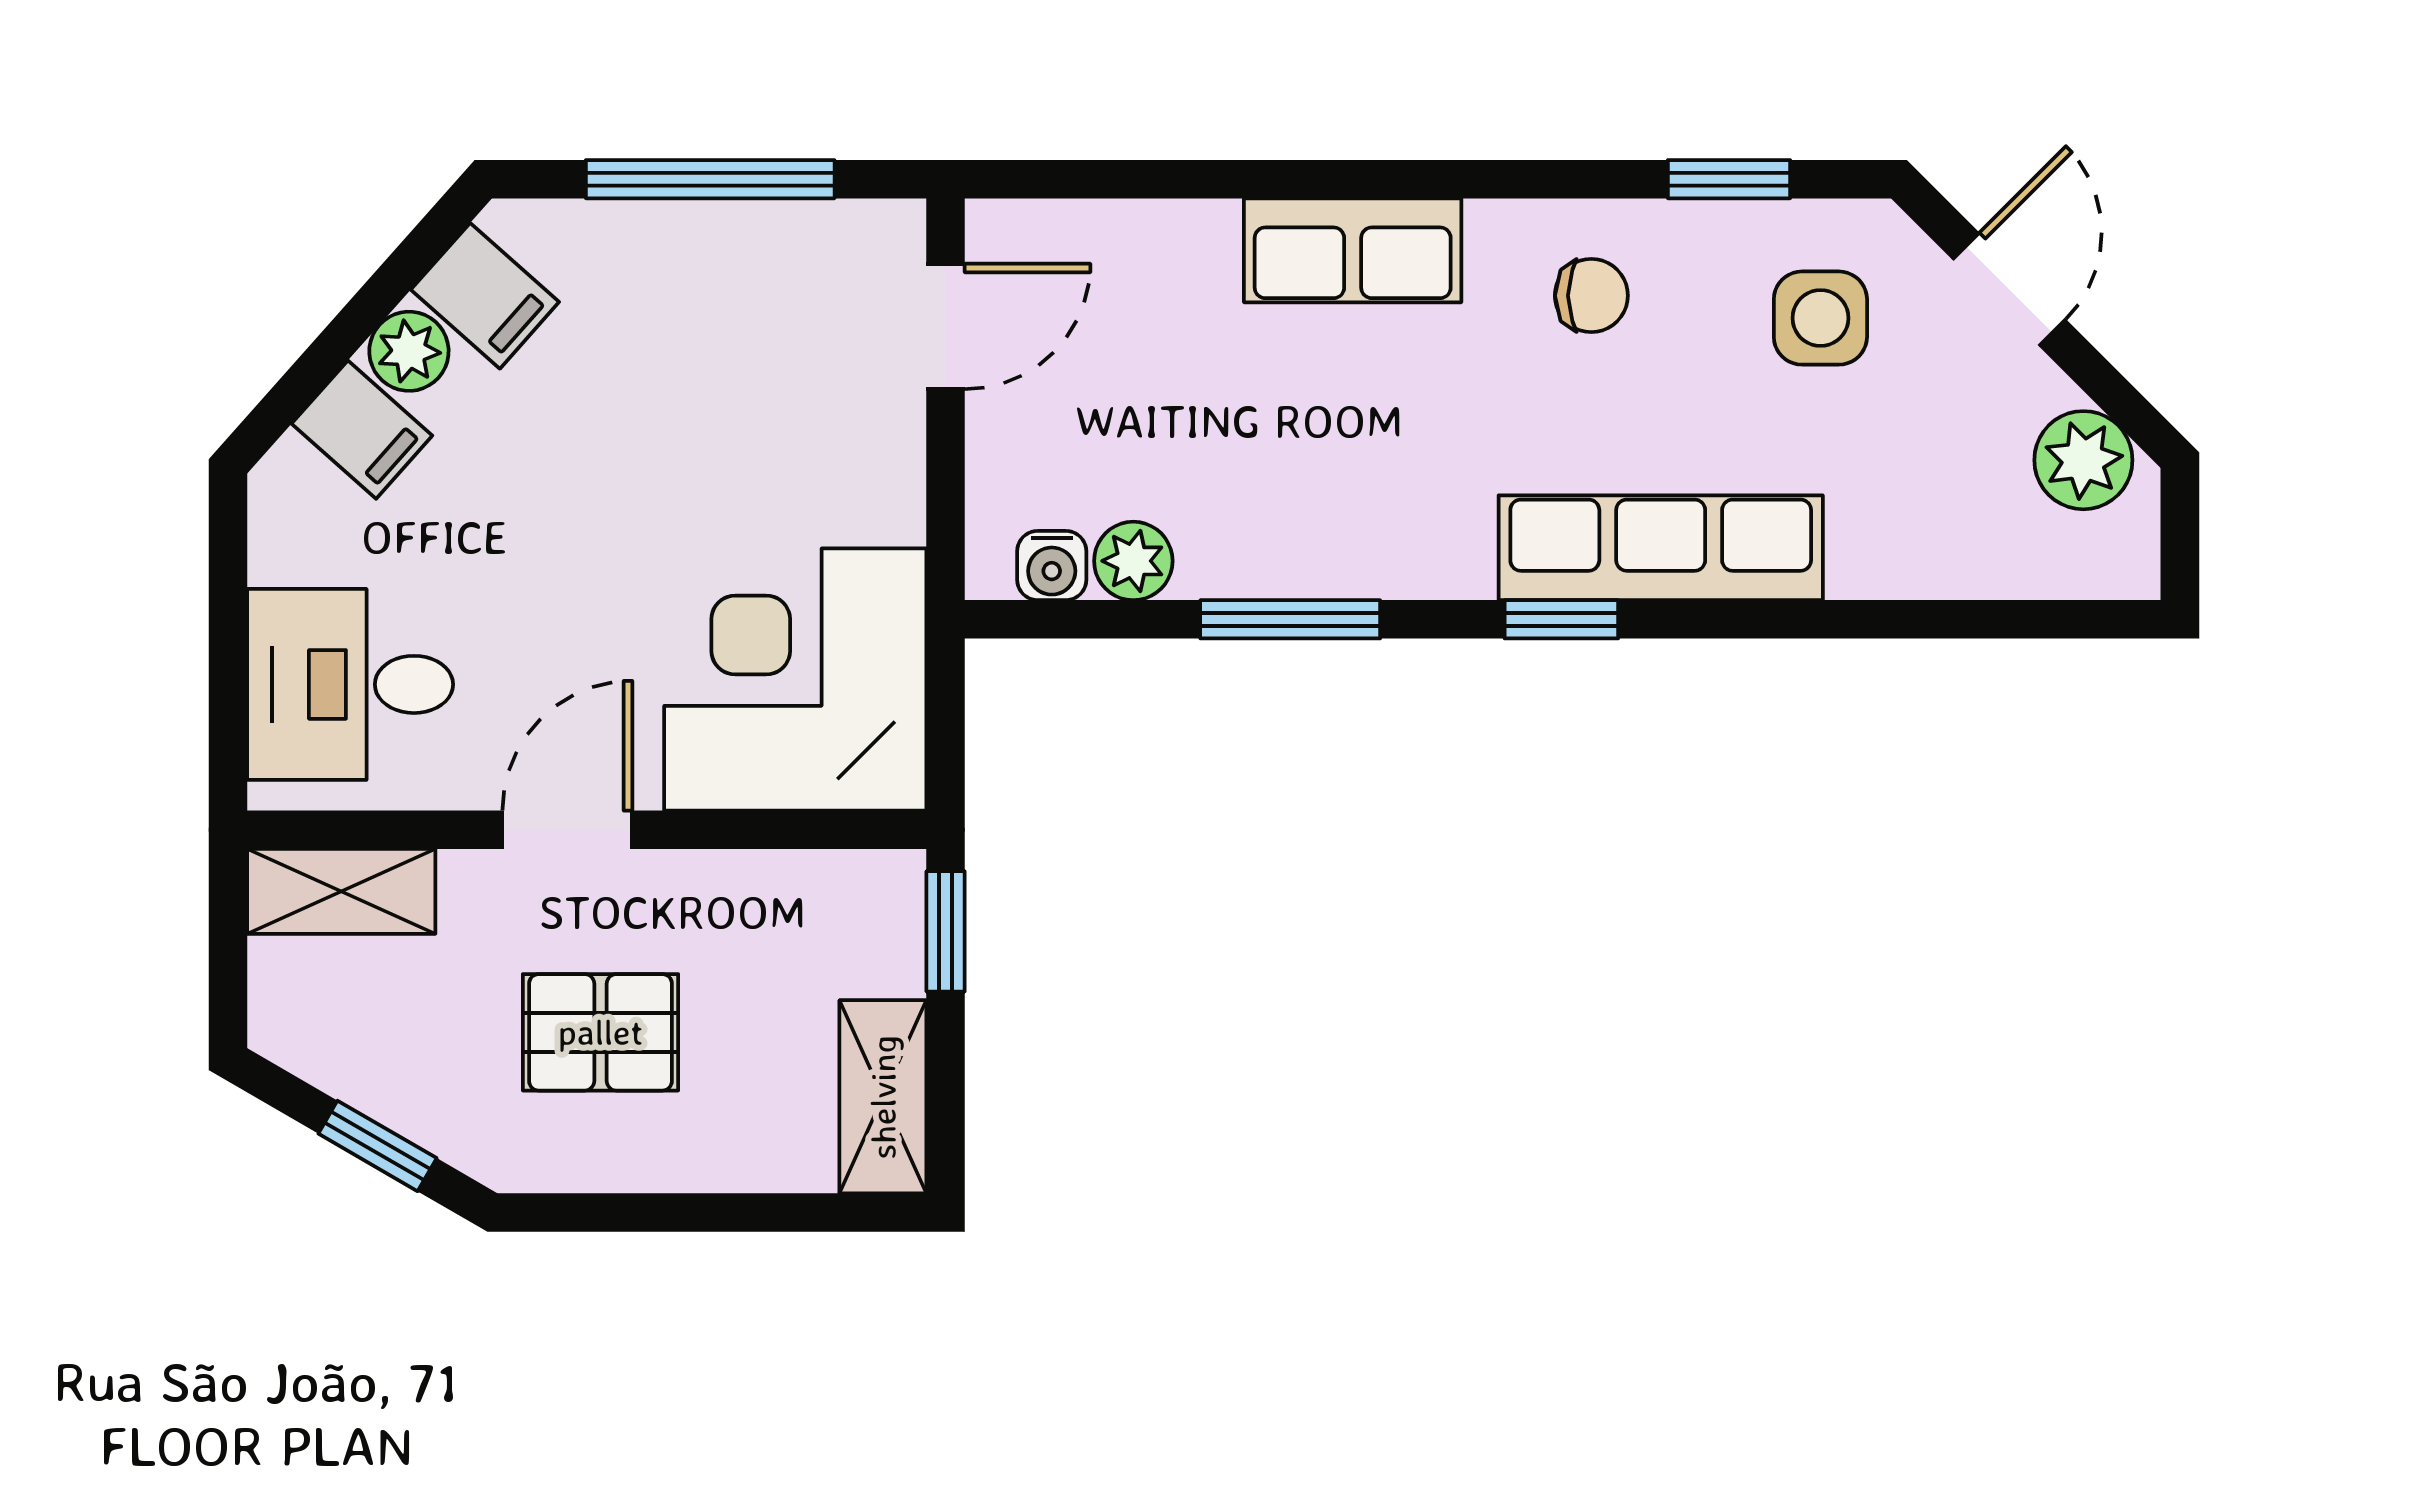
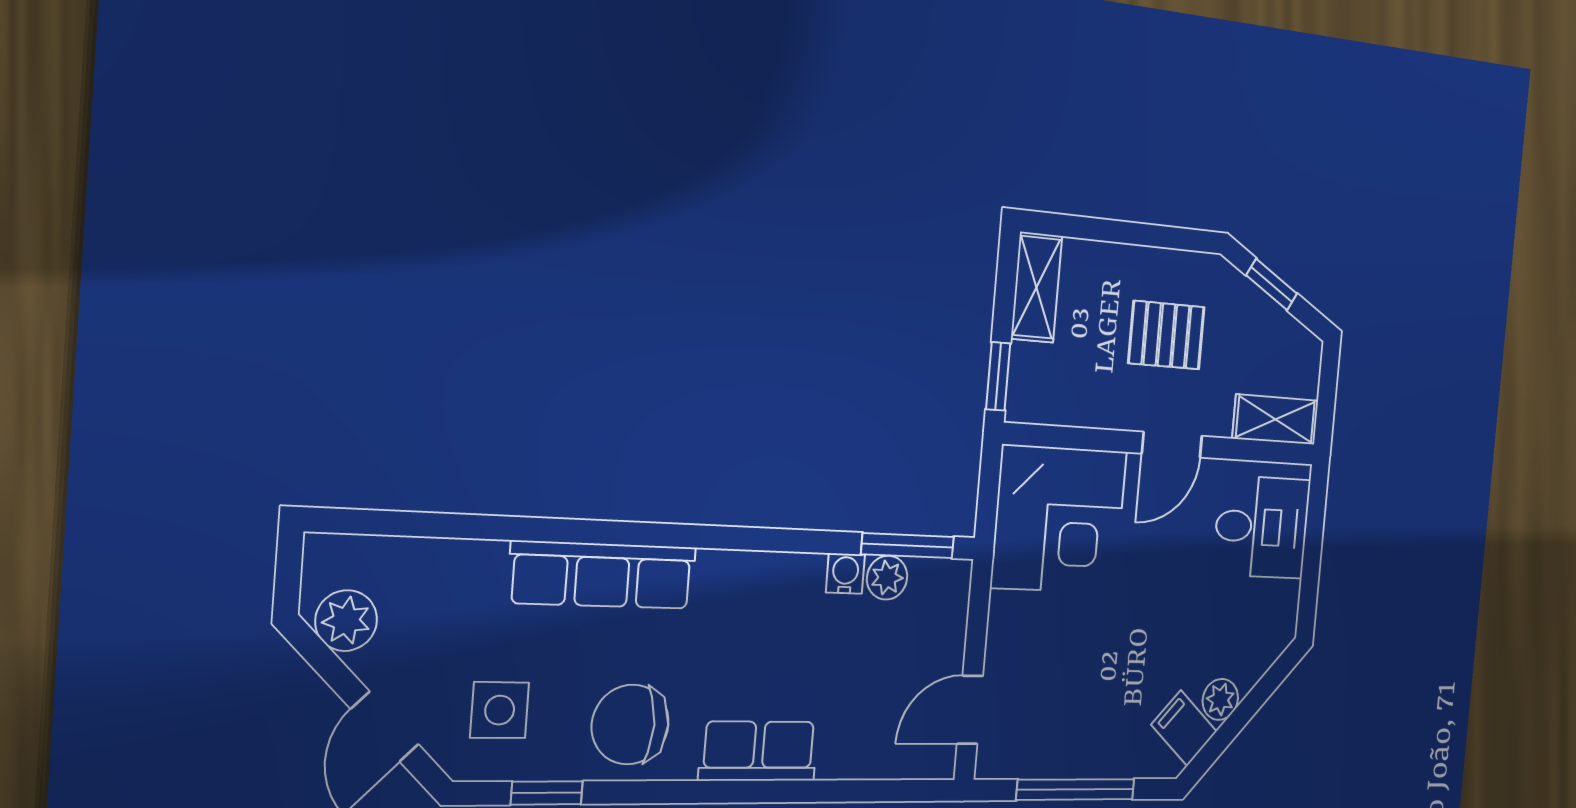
chair: (1591, 296) -> (630, 725), width x1.87, depth x1.87
filing cabinet: (362, 430) -> (1245, 659), removed
water cooler: (1052, 566) -> (845, 574), moved
window: (1290, 619) -> (908, 546), moved
window: (1561, 619) -> (662, 535), removed

